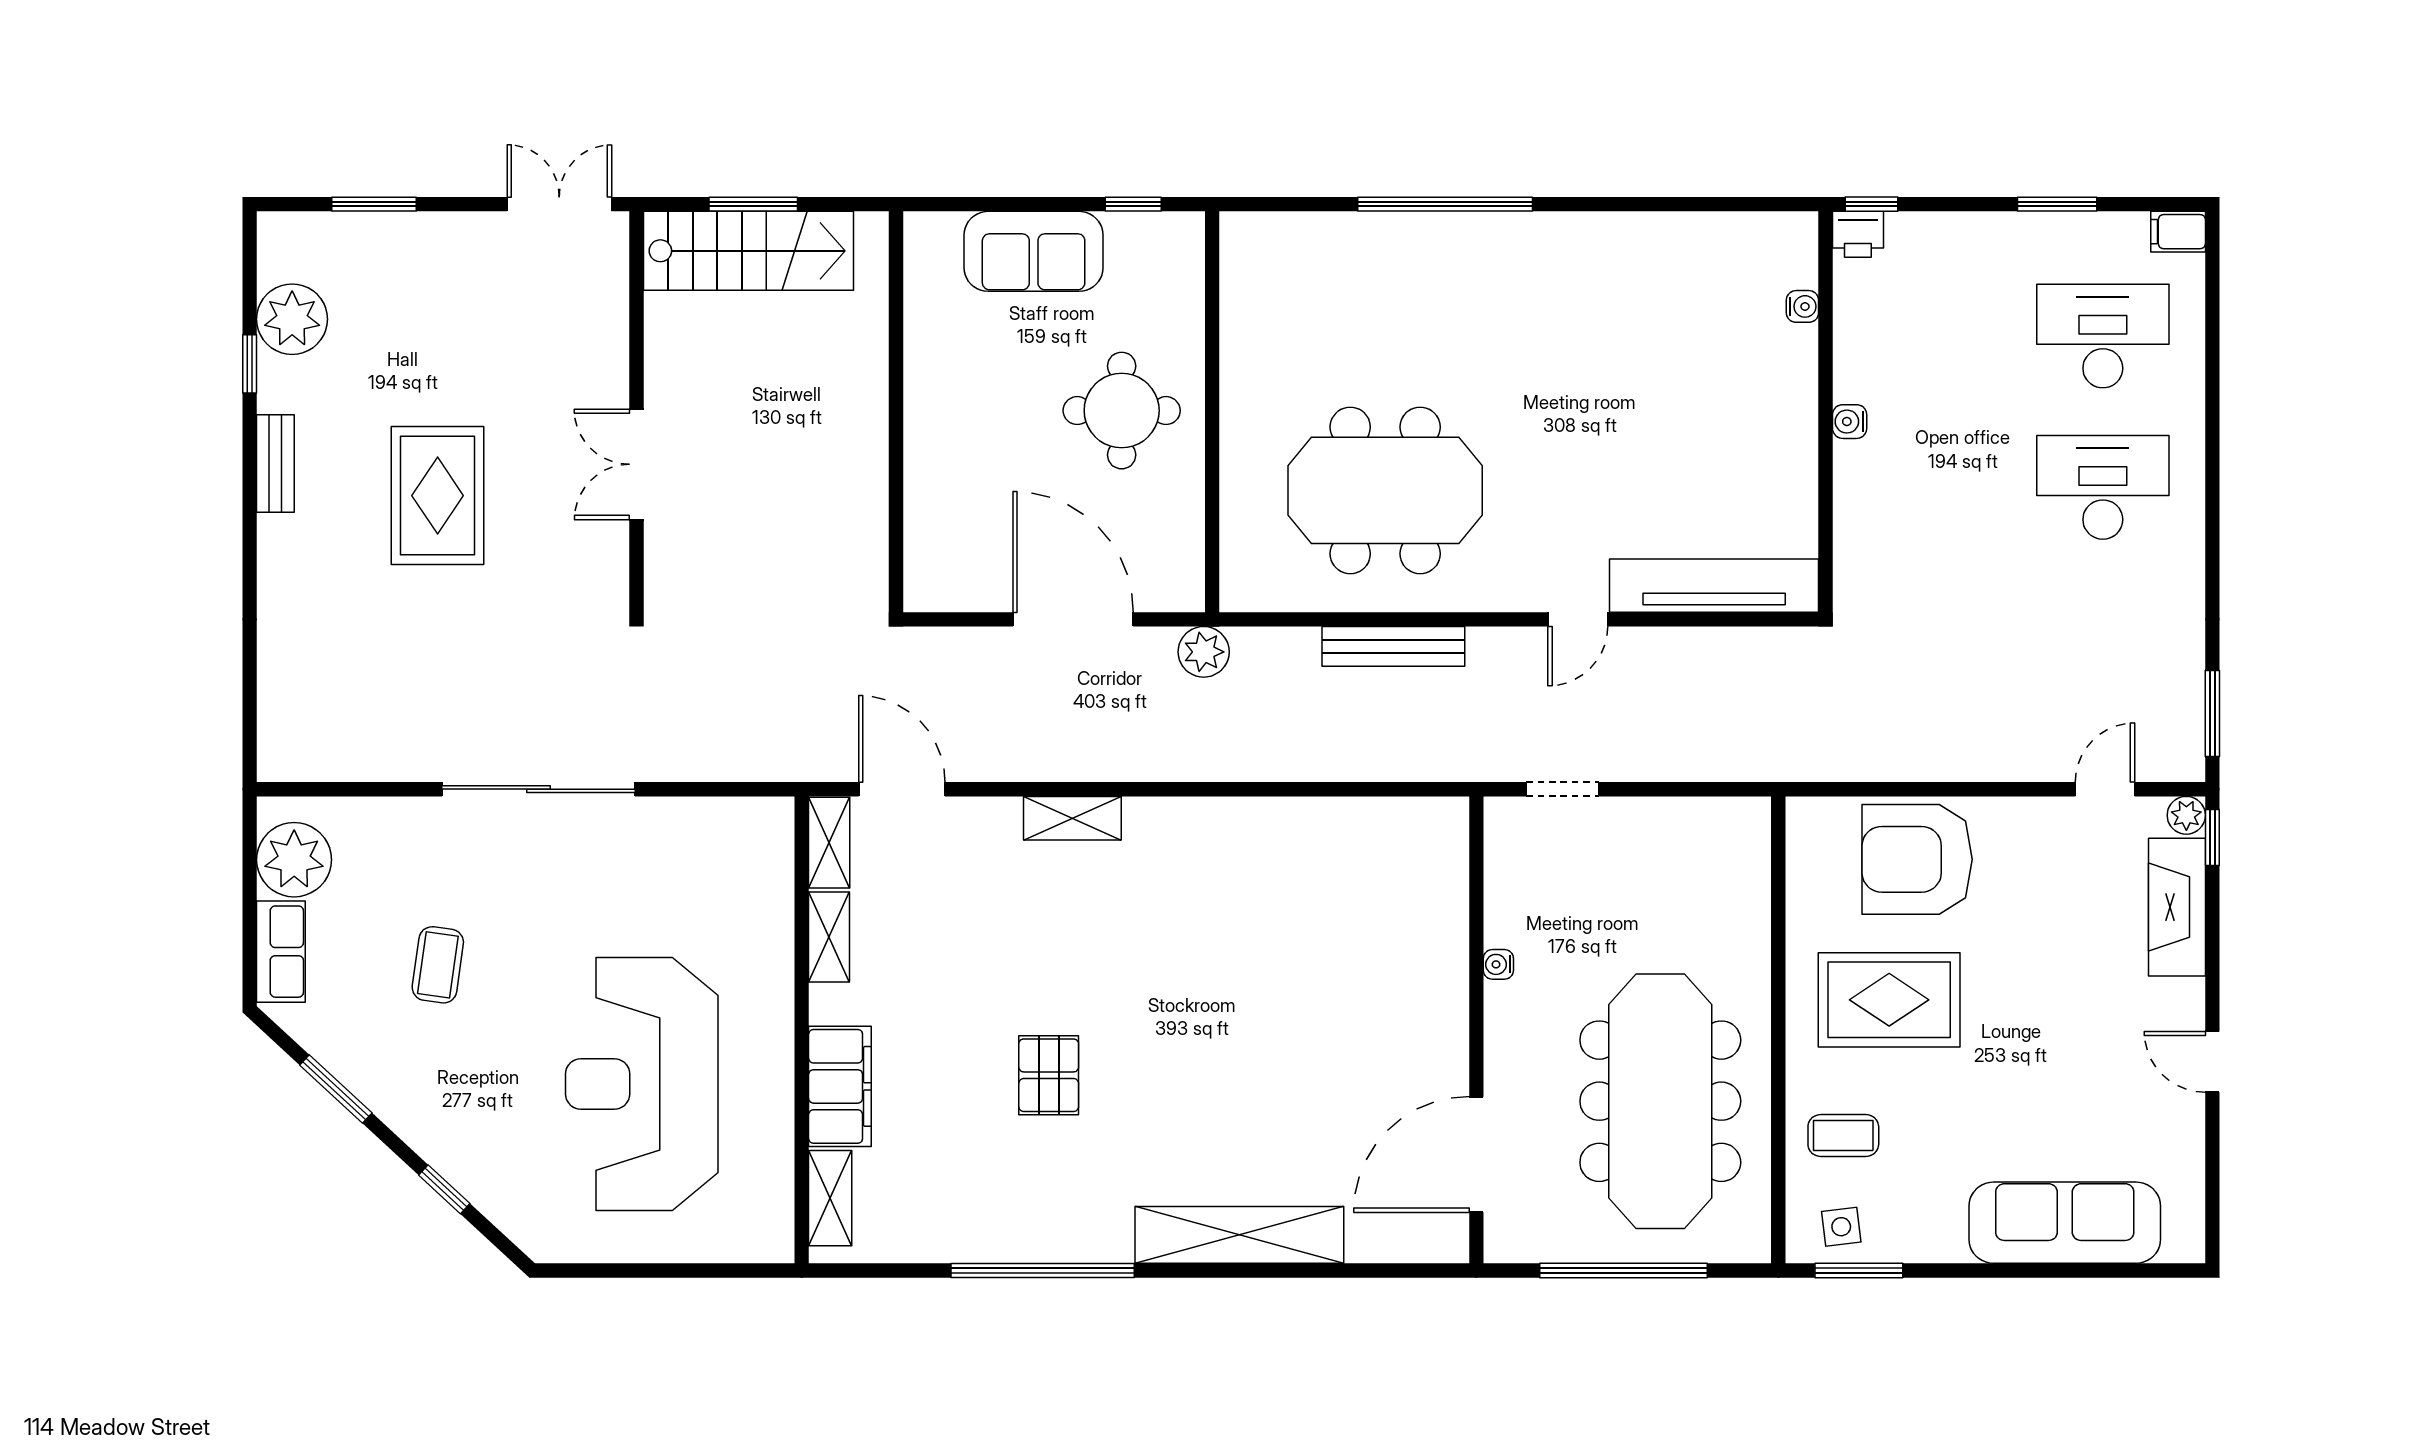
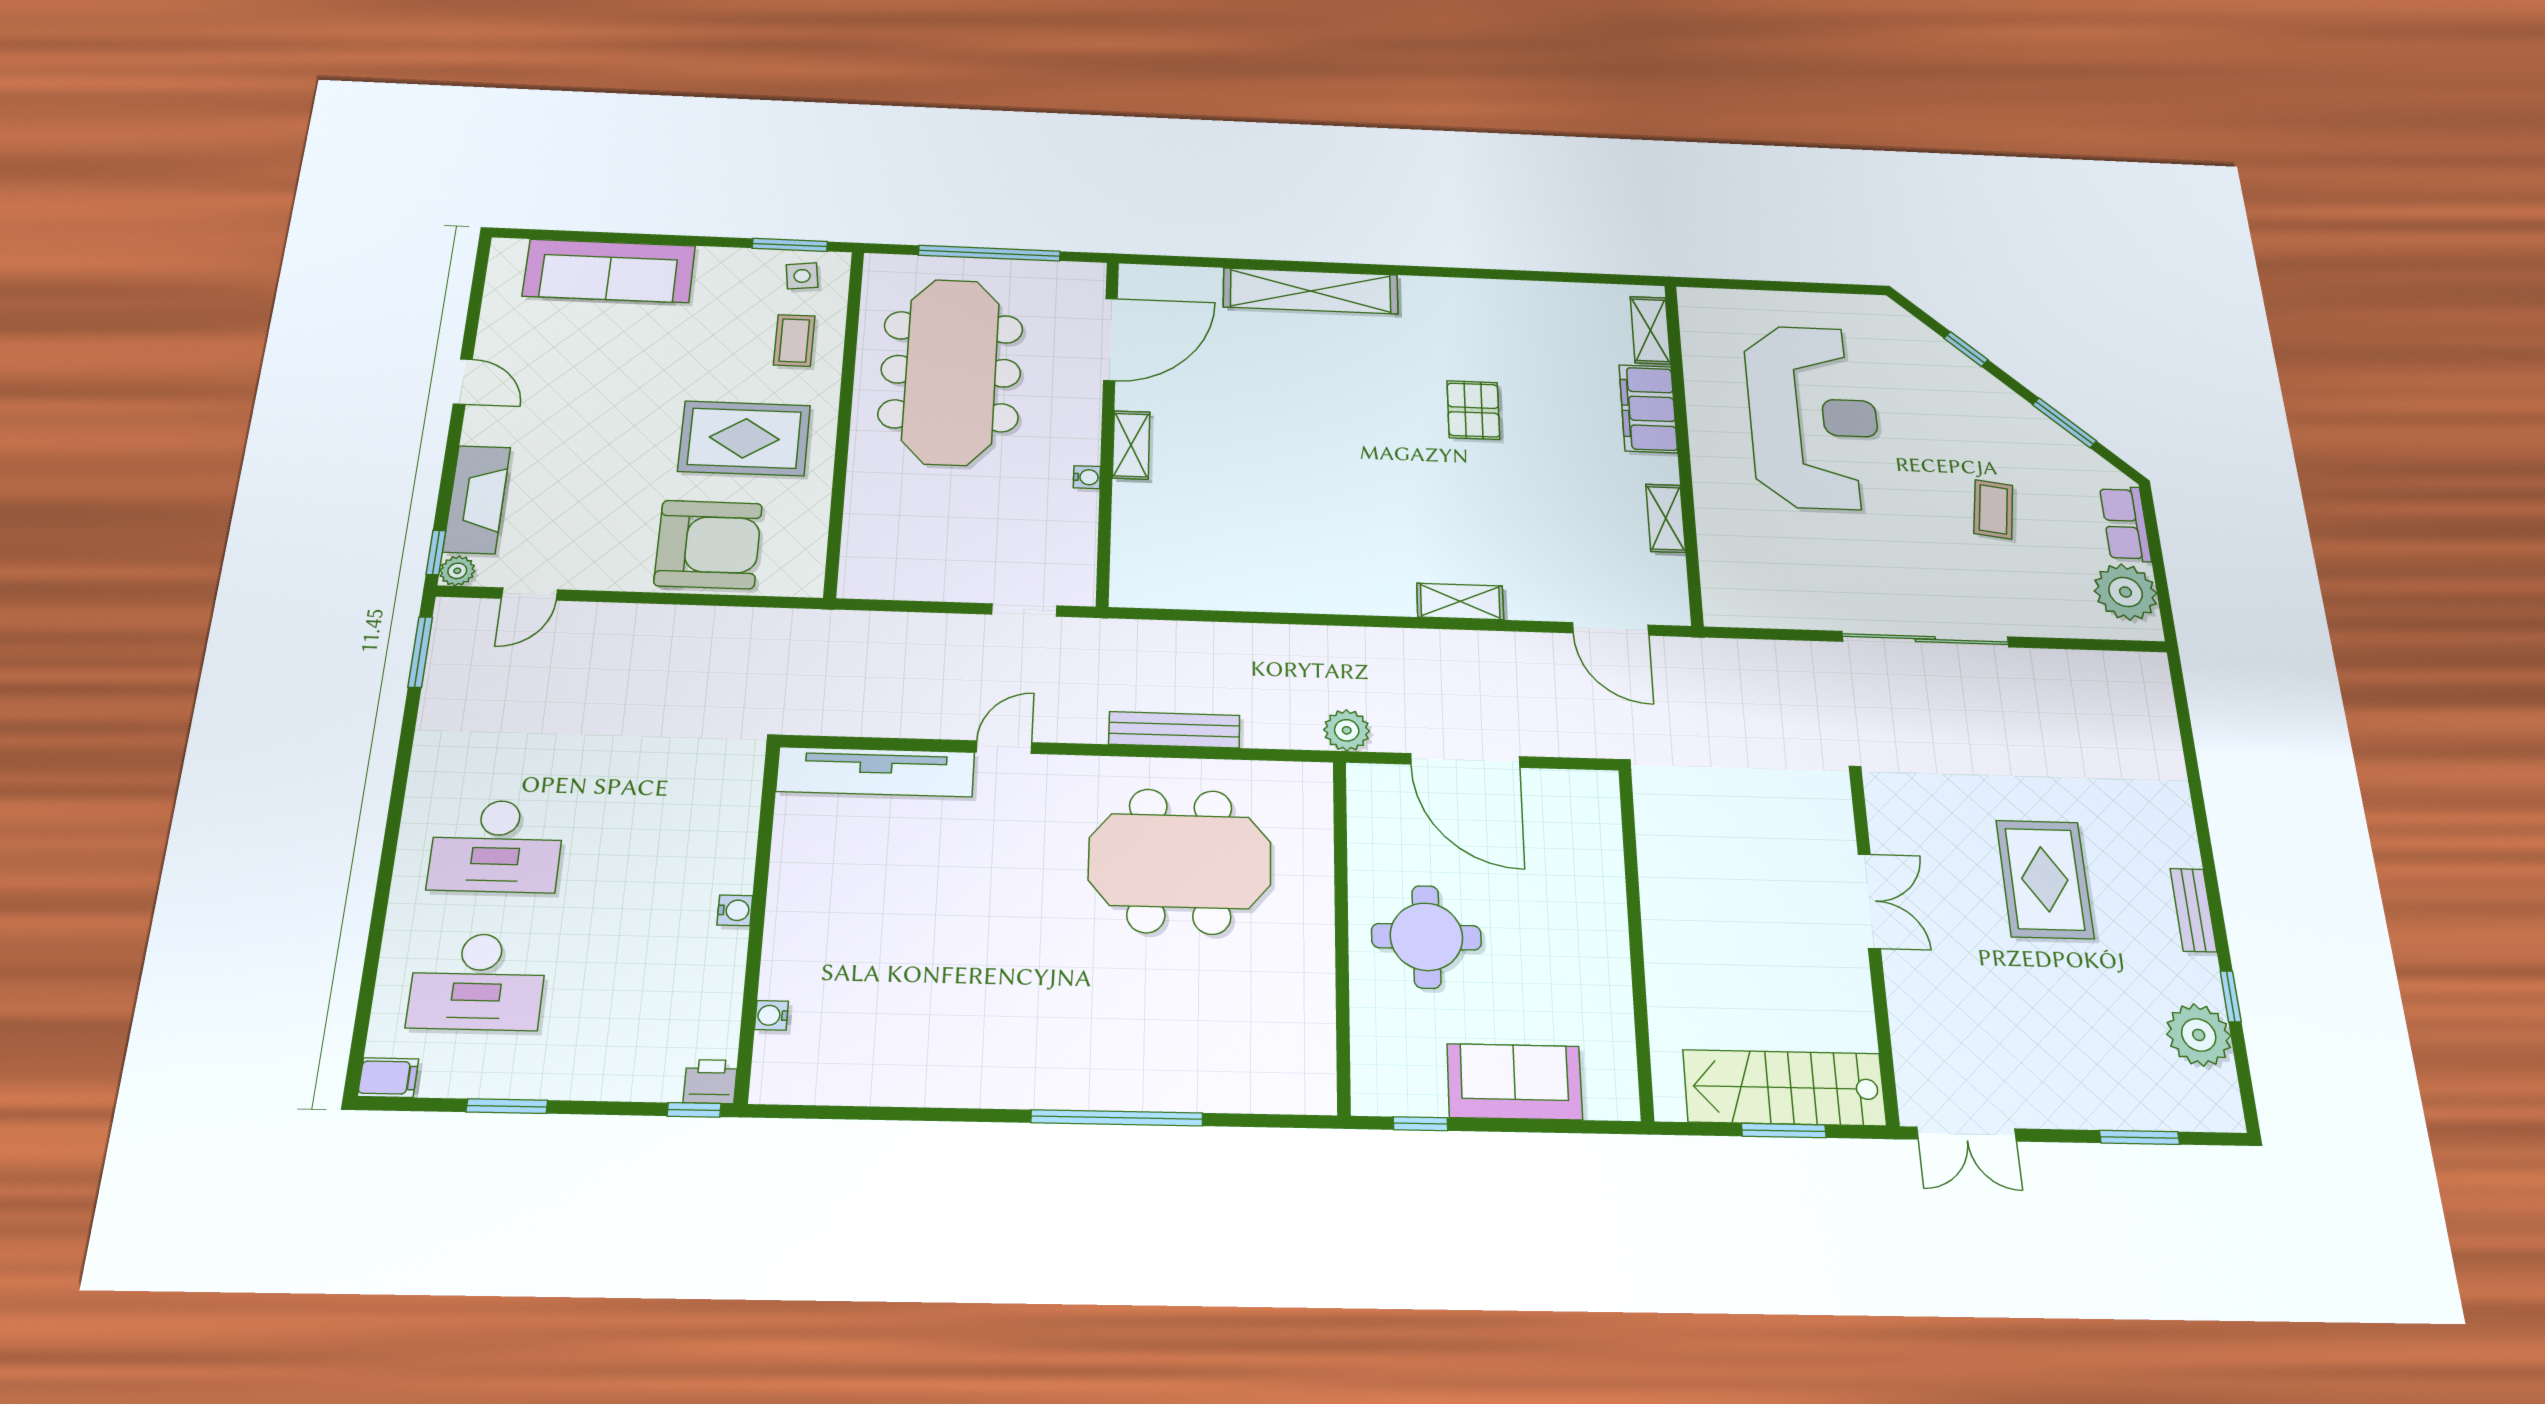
shelving: (829, 843) -> (1131, 445), moved
coffee table: (1843, 1135) -> (794, 340), turned 90
window: (1043, 1270) -> (1473, 273), removed

